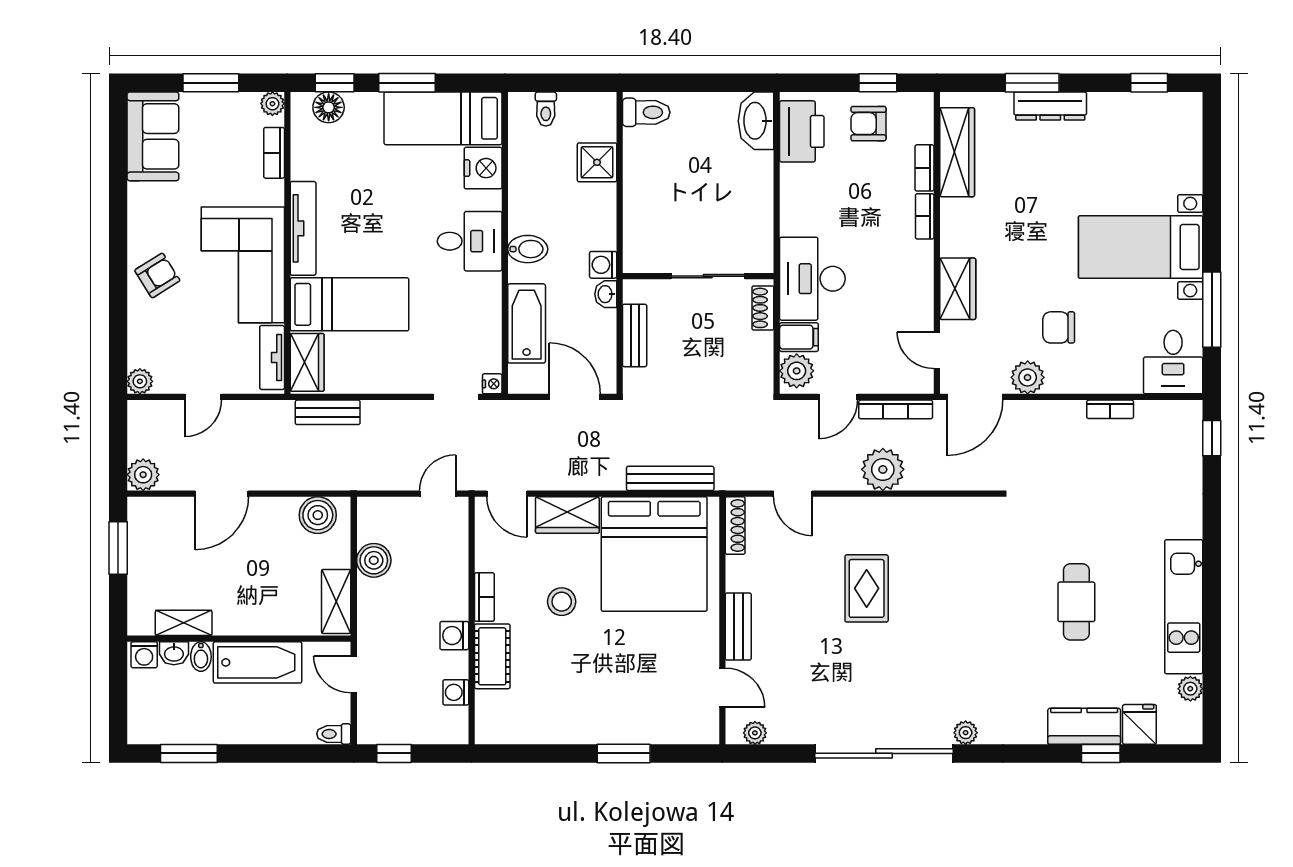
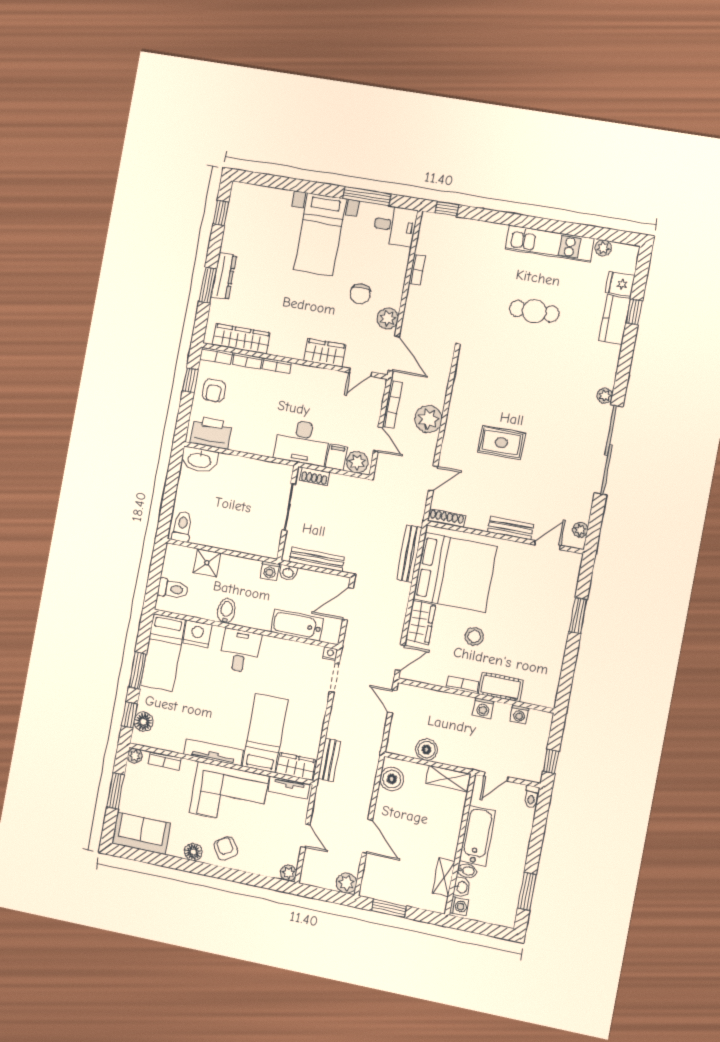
toilet: (546, 109) -> (173, 589), width x1.37, depth x1.39
bookcase: (924, 117) -> (216, 356), added
floor lamp: (141, 225) -> (193, 852), added
bidet: (528, 249) -> (226, 611), moved
bench: (635, 335) -> (317, 559), width x1.36

